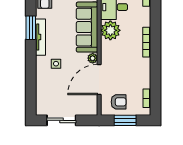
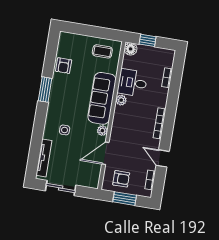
plant: (110, 30) -> (121, 100), width x0.53, depth x0.53
tv unit: (41, 37) -> (44, 158), moved
door: (155, 75) -> (163, 158), added
door: (99, 80) -> (105, 153), width x0.73

